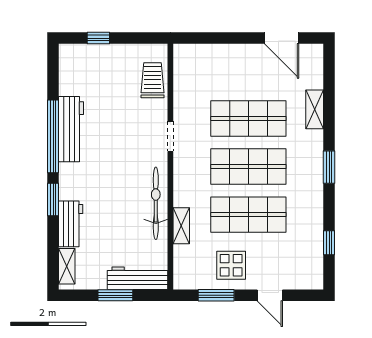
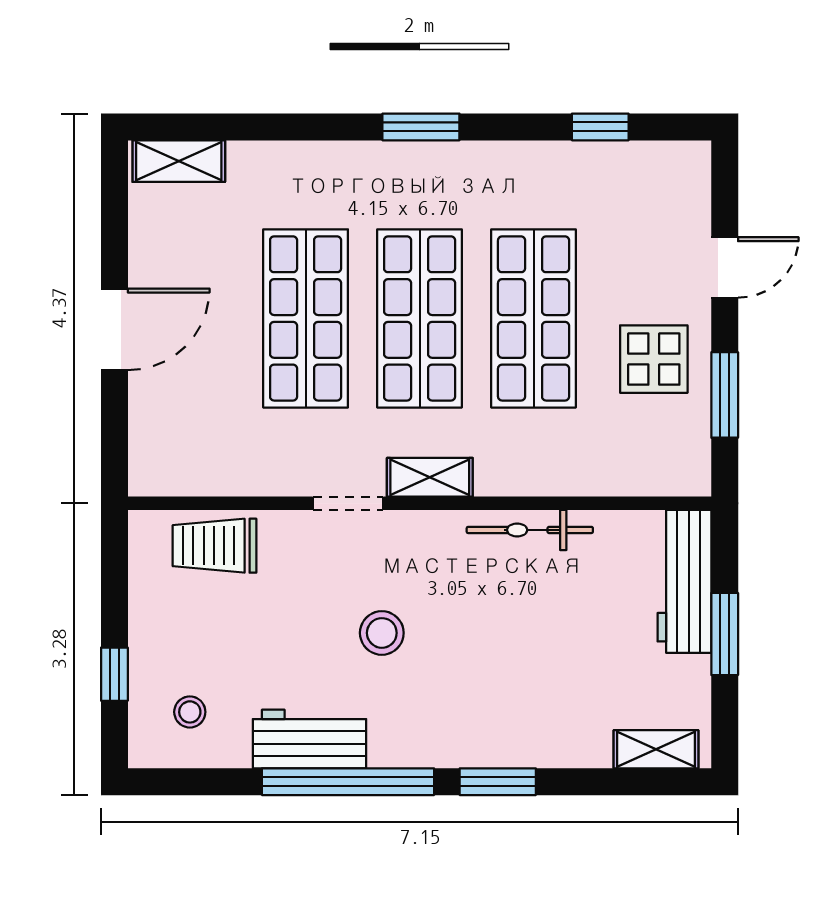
door: (282, 38) -> (114, 329), moved
stool: (82, 70) -> (190, 712), added
shelving: (315, 109) -> (179, 161), moved
workbench: (71, 129) -> (310, 739), width x0.73
stool: (116, 151) -> (382, 633), added
bicycle: (156, 203) -> (530, 530), width x0.73, depth x0.71
workbench: (71, 224) -> (555, 740), removed
shelving: (181, 226) -> (430, 477), moved

